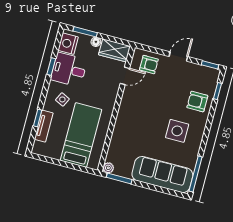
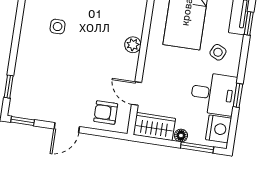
door: (125, 76) -> (137, 93), hinge flipped
armchair: (197, 102) -> (34, 69), removed
plant: (124, 112) -> (133, 45), added
side table: (177, 131) -> (58, 27), width x0.54, depth x0.54

